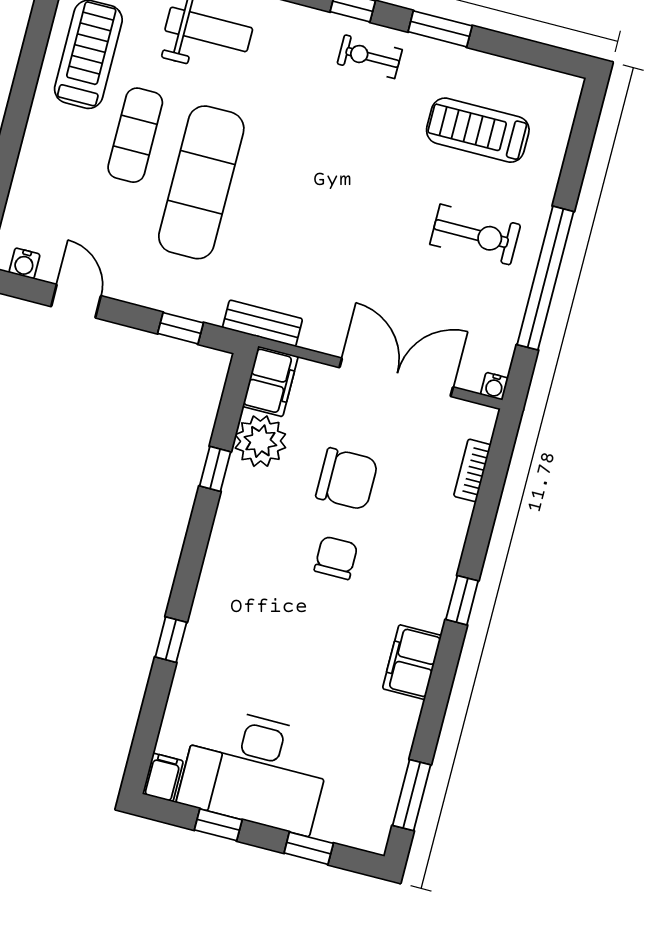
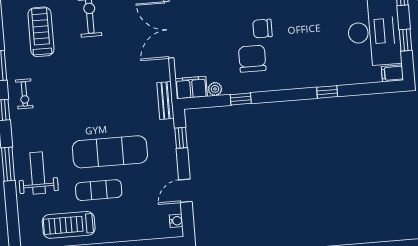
treadmill: (478, 130) -> (41, 32), turned 180
plant: (260, 441) -> (215, 89), width x0.53, depth x0.53
chair: (347, 479) -> (252, 59), moved

